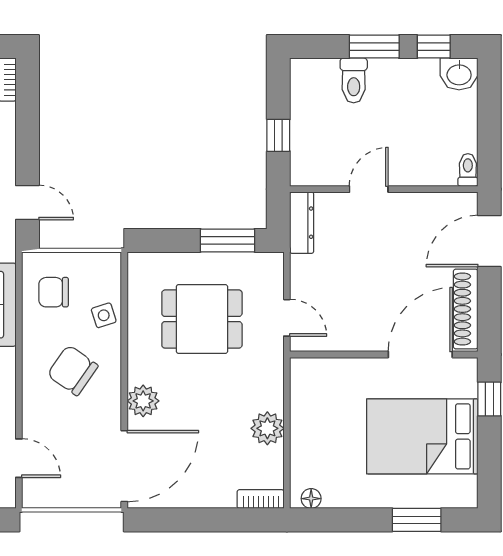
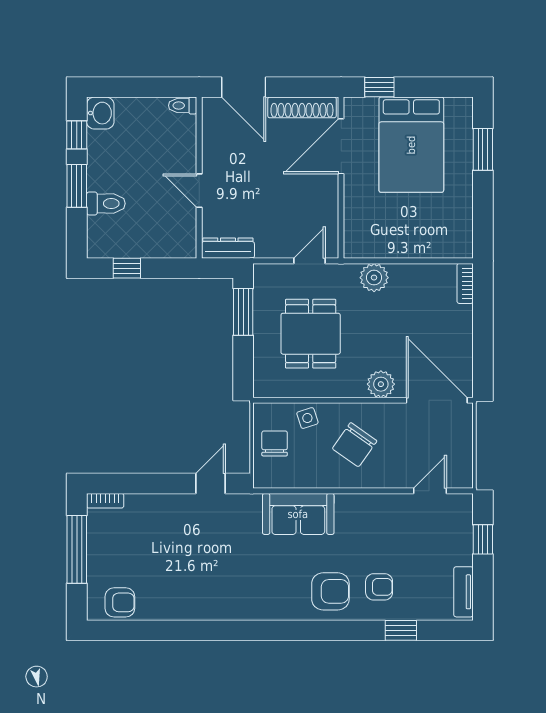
window: (278, 135) -> (127, 268), moved
chair: (54, 292) -> (275, 443), moved, turned 180
door: (420, 354) -> (341, 146), hinge flipped
plant: (267, 428) -> (374, 278), moved
floor lamp: (311, 499) -> (465, 240), removed

